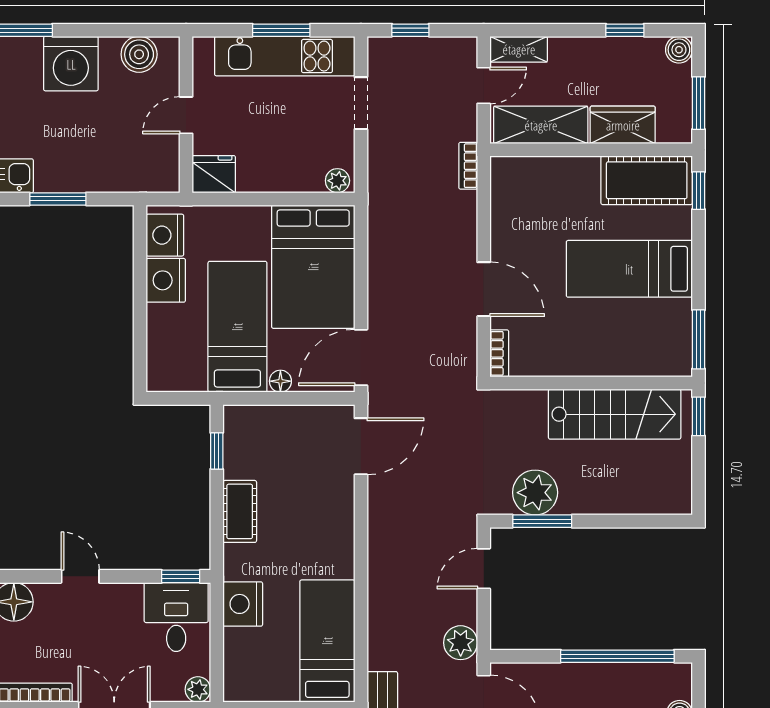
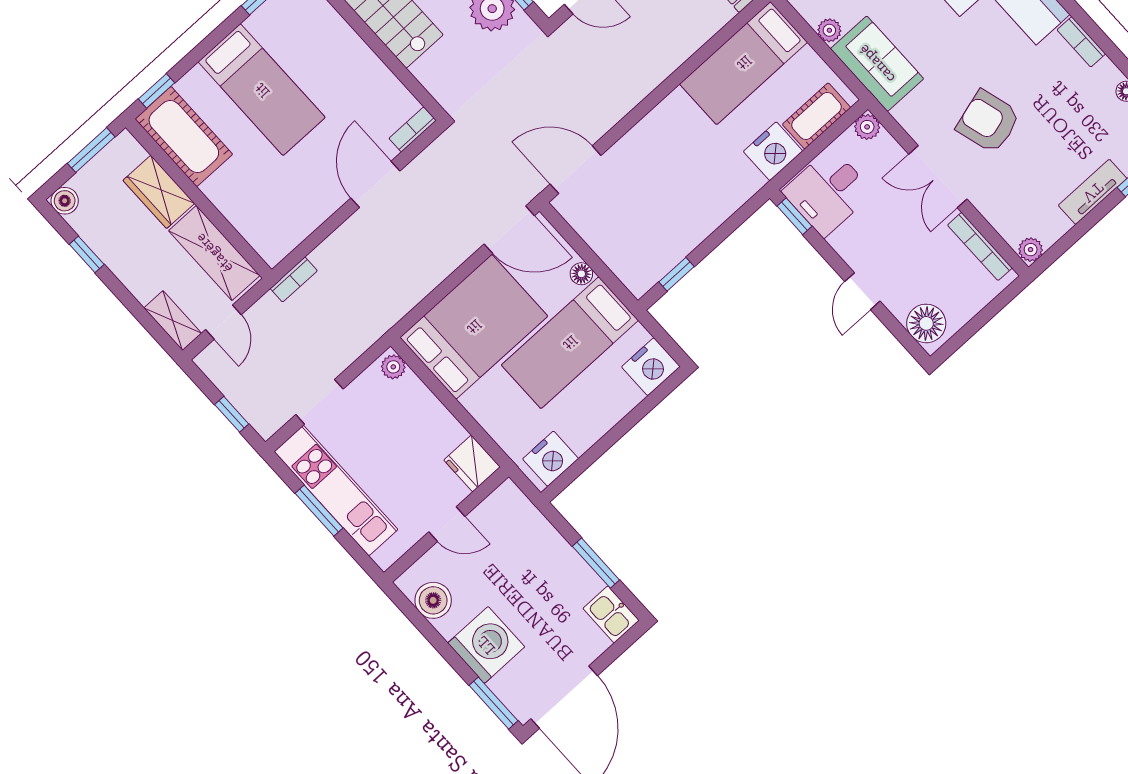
door: (484, 86) -> (223, 322), swing flipped
nightstand: (166, 280) -> (651, 367), moved
cot: (240, 511) -> (817, 116), moved

